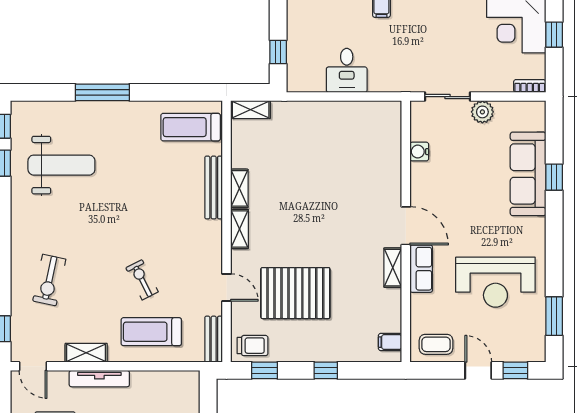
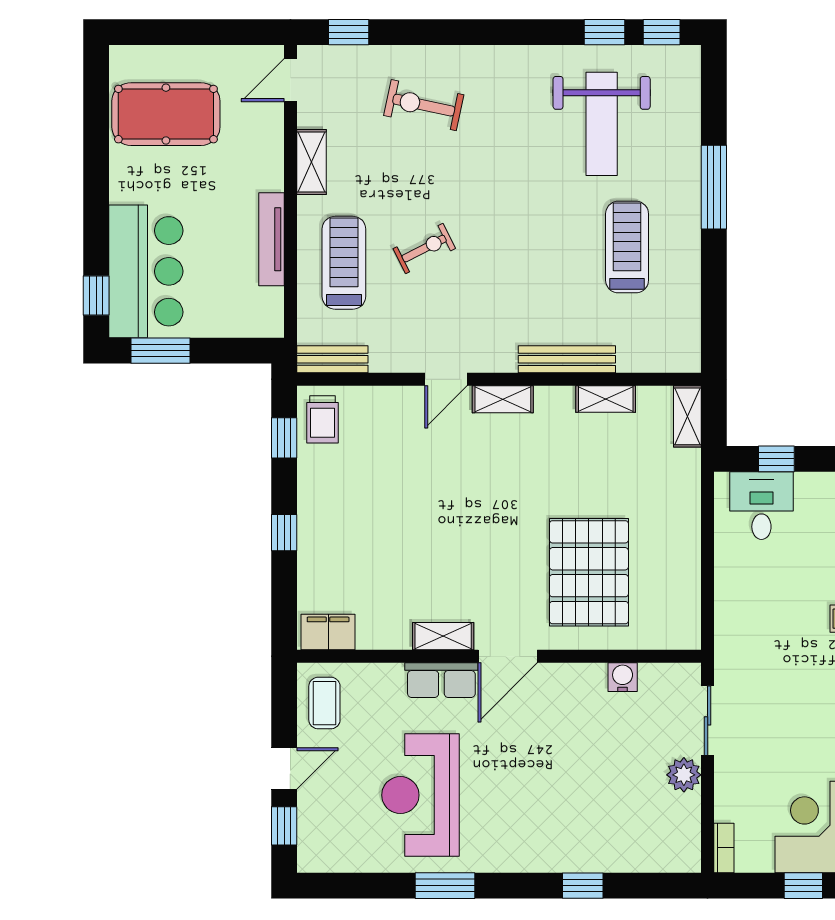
desk: (347, 70) -> (761, 506), moved, turned 90
treadmill: (191, 127) -> (627, 247), moved
sofa: (528, 174) -> (588, 845), removed
shelving: (239, 188) -> (606, 399), moved
door: (227, 288) -> (446, 379), moved
pallet: (295, 293) -> (589, 572), moved
window: (554, 316) -> (445, 886), moved
filing cabinet: (390, 342) -> (328, 632), width x2.00
tv unit: (99, 379) -> (271, 239), moved

